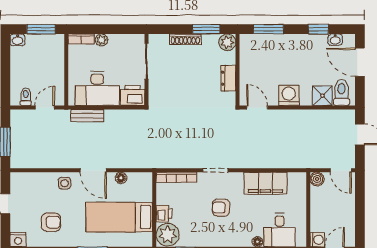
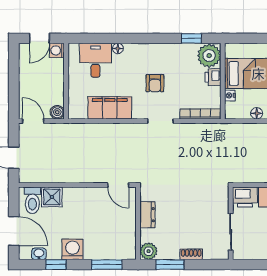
shoe rack: (185, 39) -> (191, 254), width x0.70
washing machine: (289, 95) -> (72, 249), moved, turned 180
nightstand: (147, 196) -> (230, 95), added
armchair: (221, 208) -> (155, 83), turned 88

